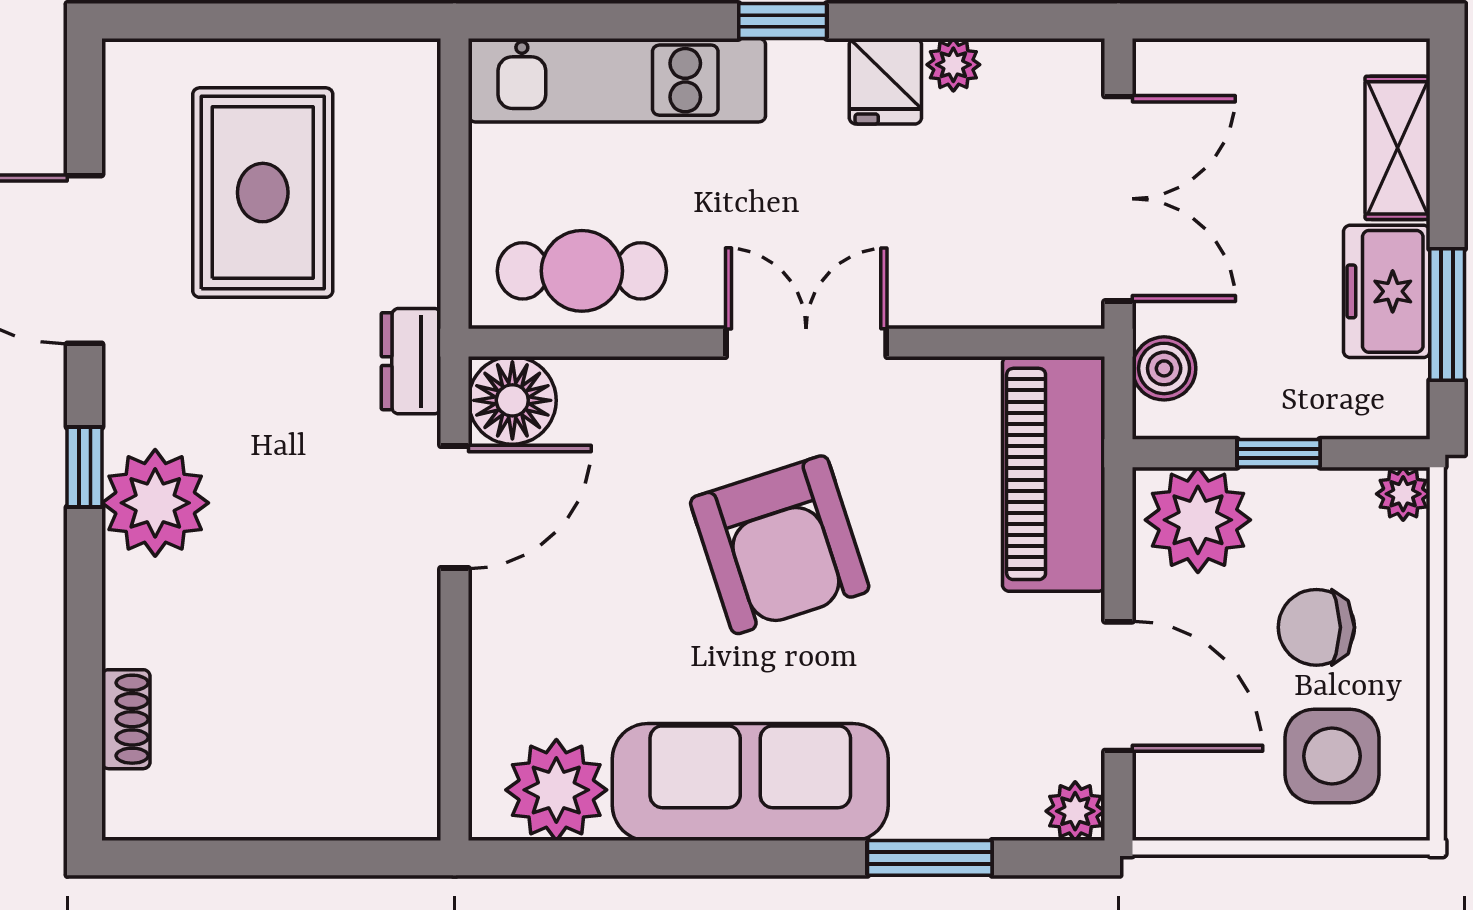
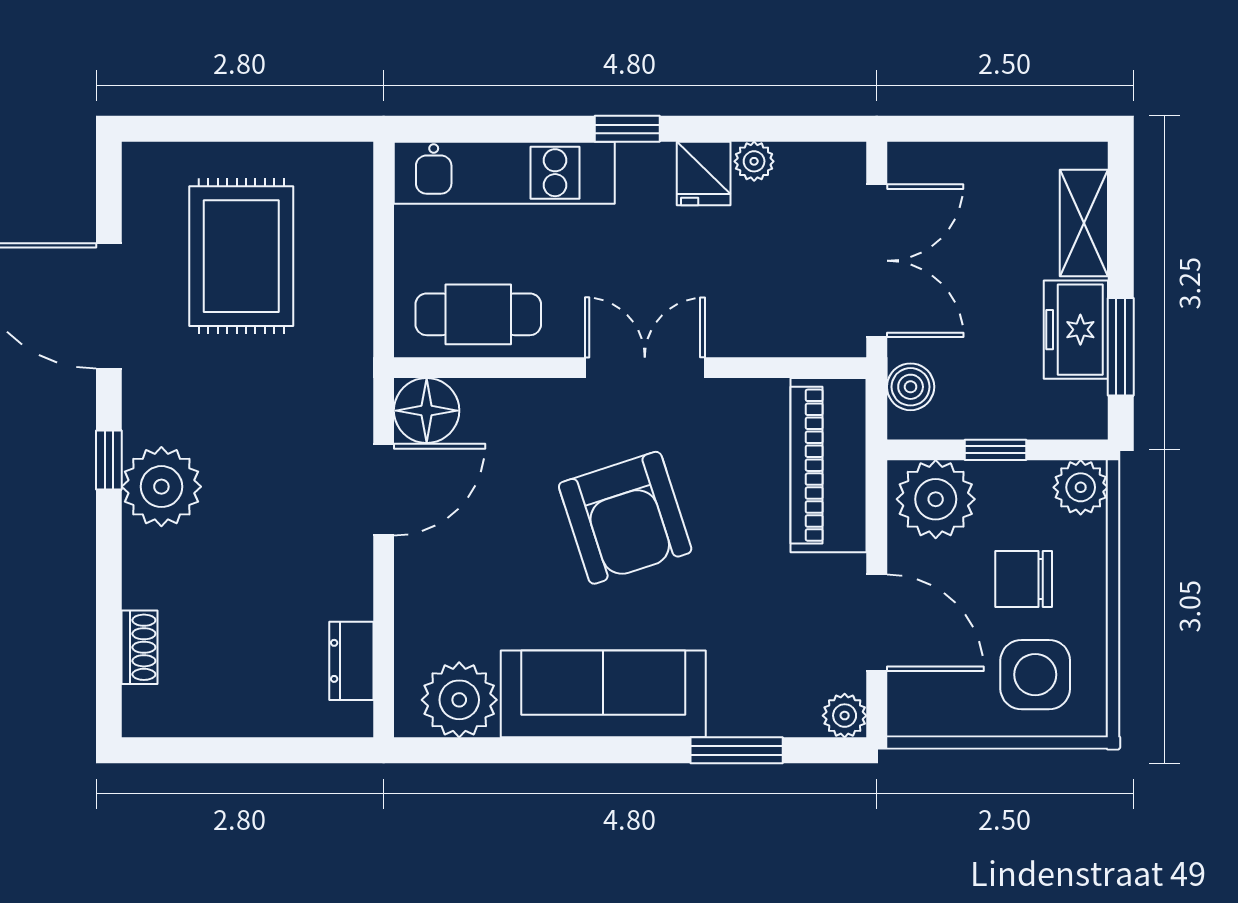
dresser: (411, 361) -> (351, 661), moved
plant: (1403, 494) -> (1081, 487), width x1.38, depth x1.38

